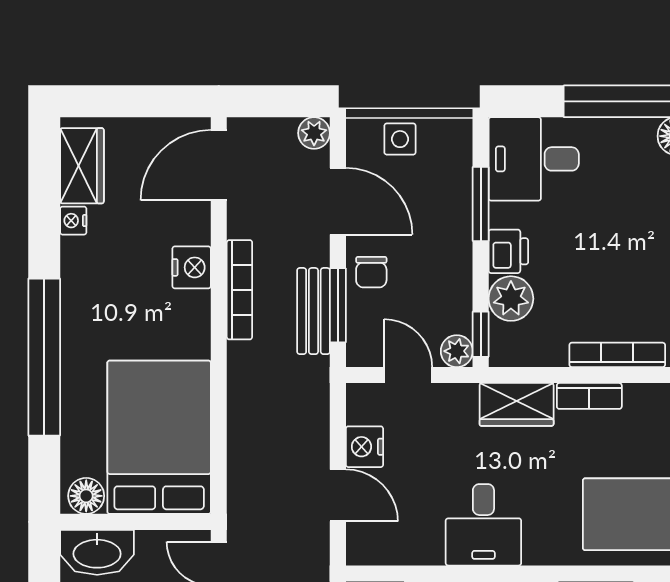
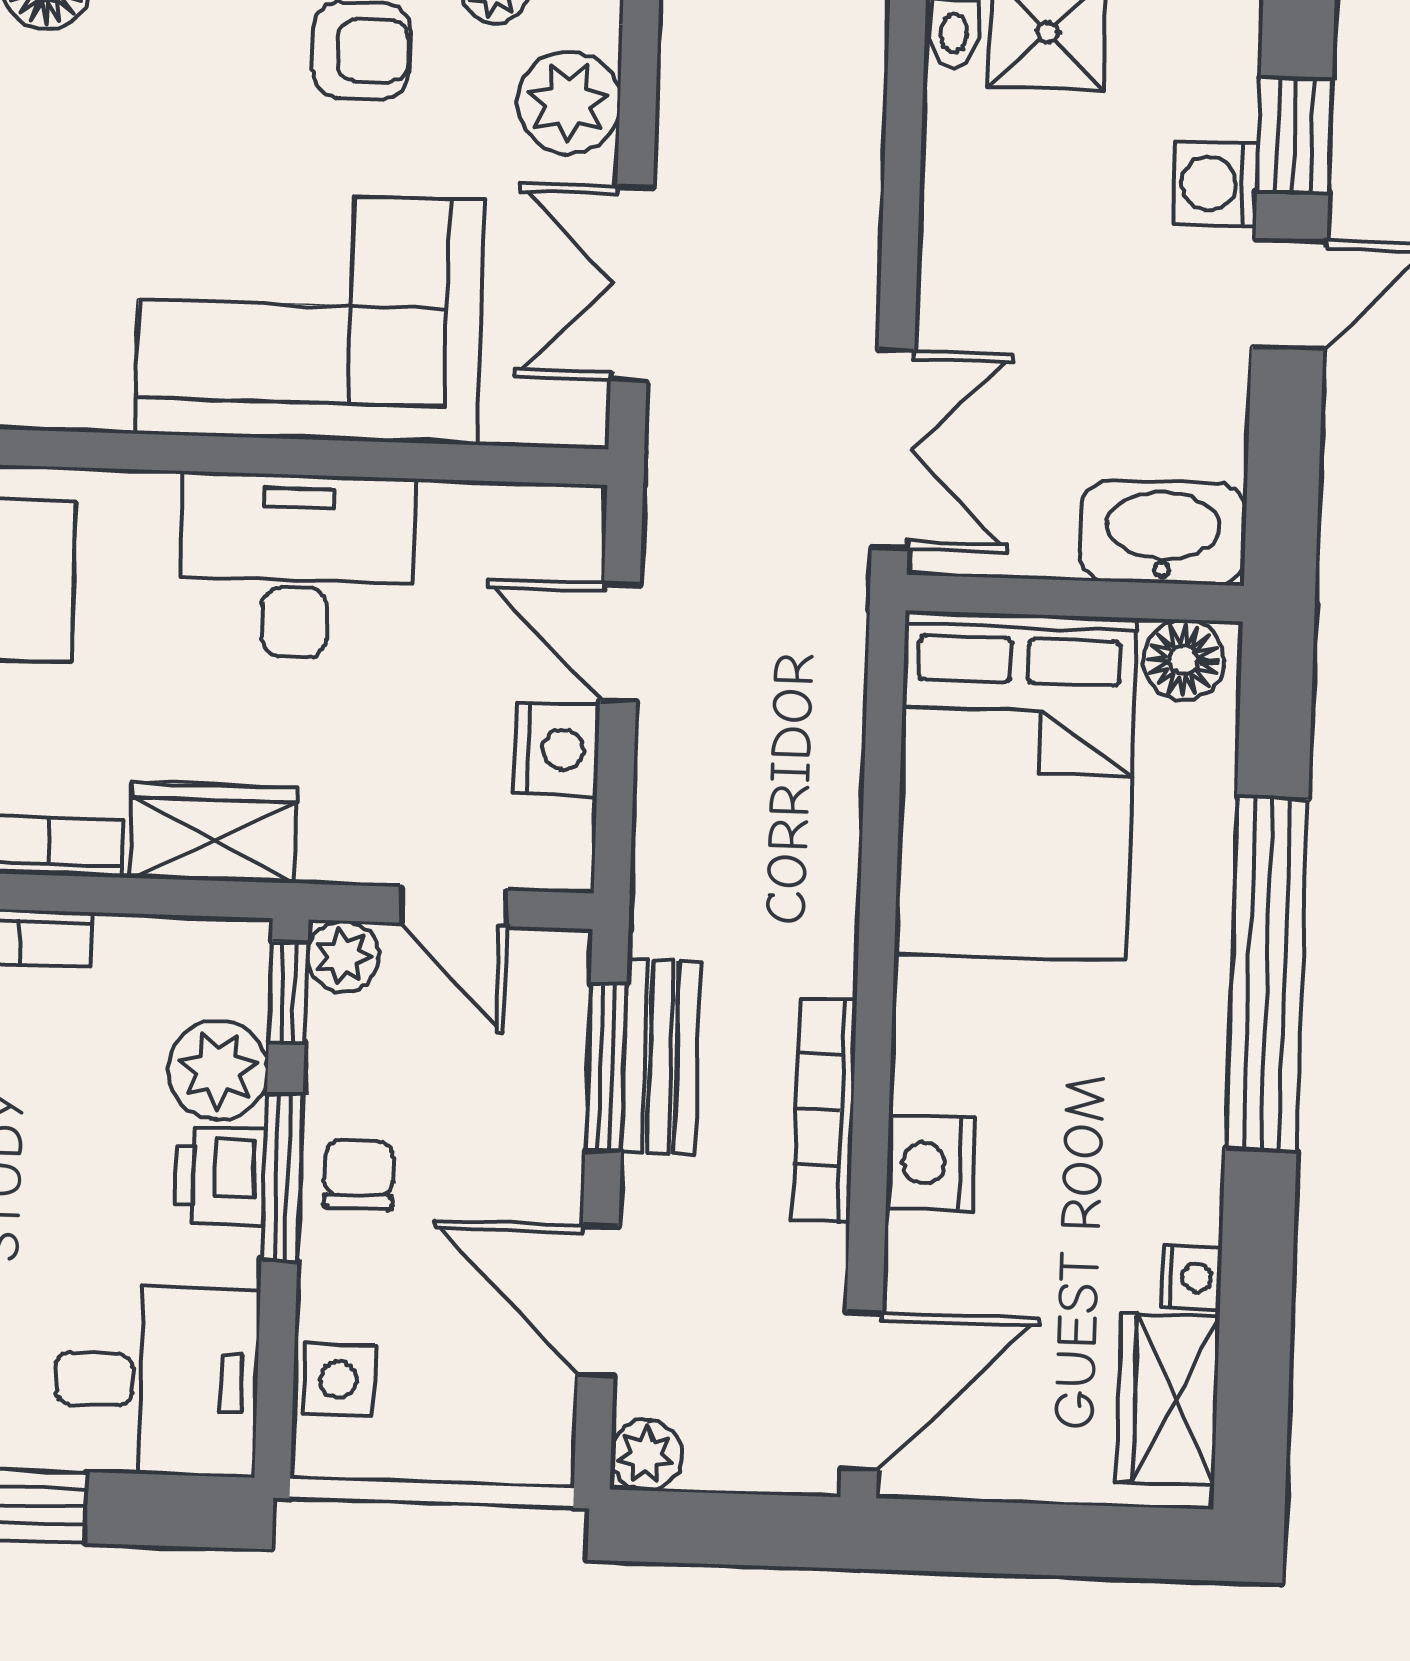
side table: (400, 139) -> (339, 1380), moved
window: (481, 204) -> (282, 1177), moved
chair: (371, 272) -> (359, 1175), moved
desk: (483, 525) -> (296, 566), width x1.37

